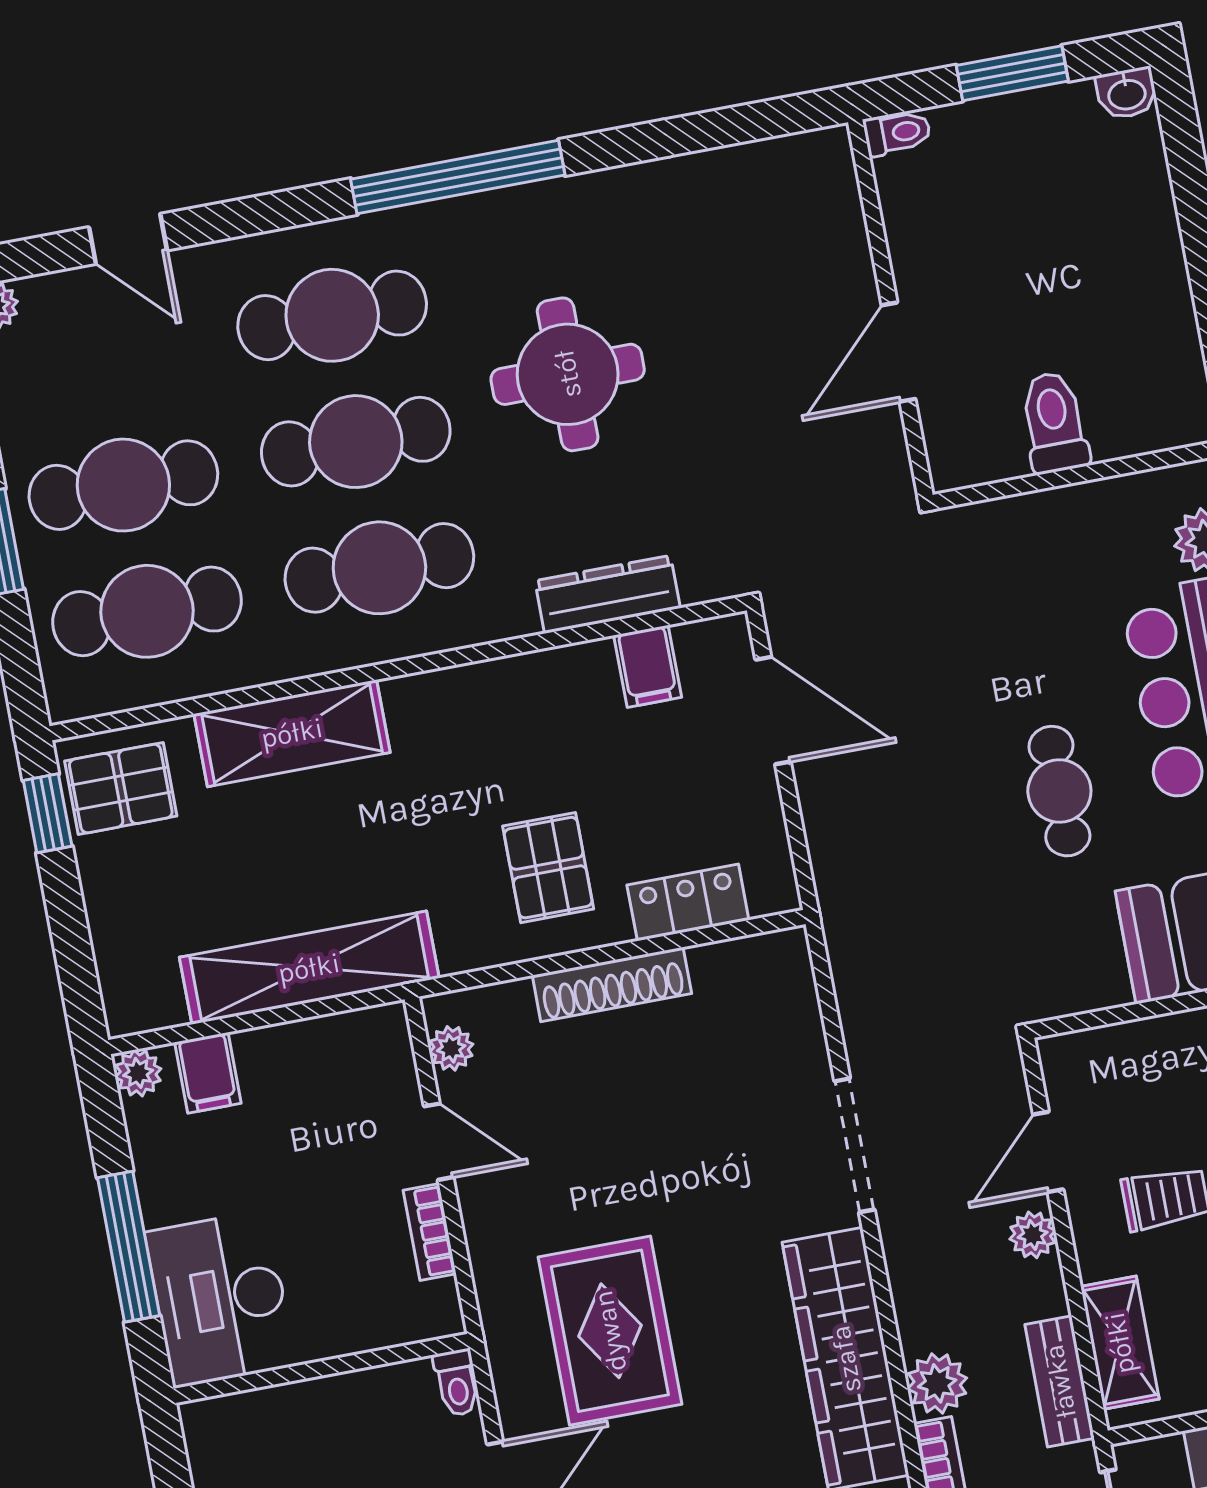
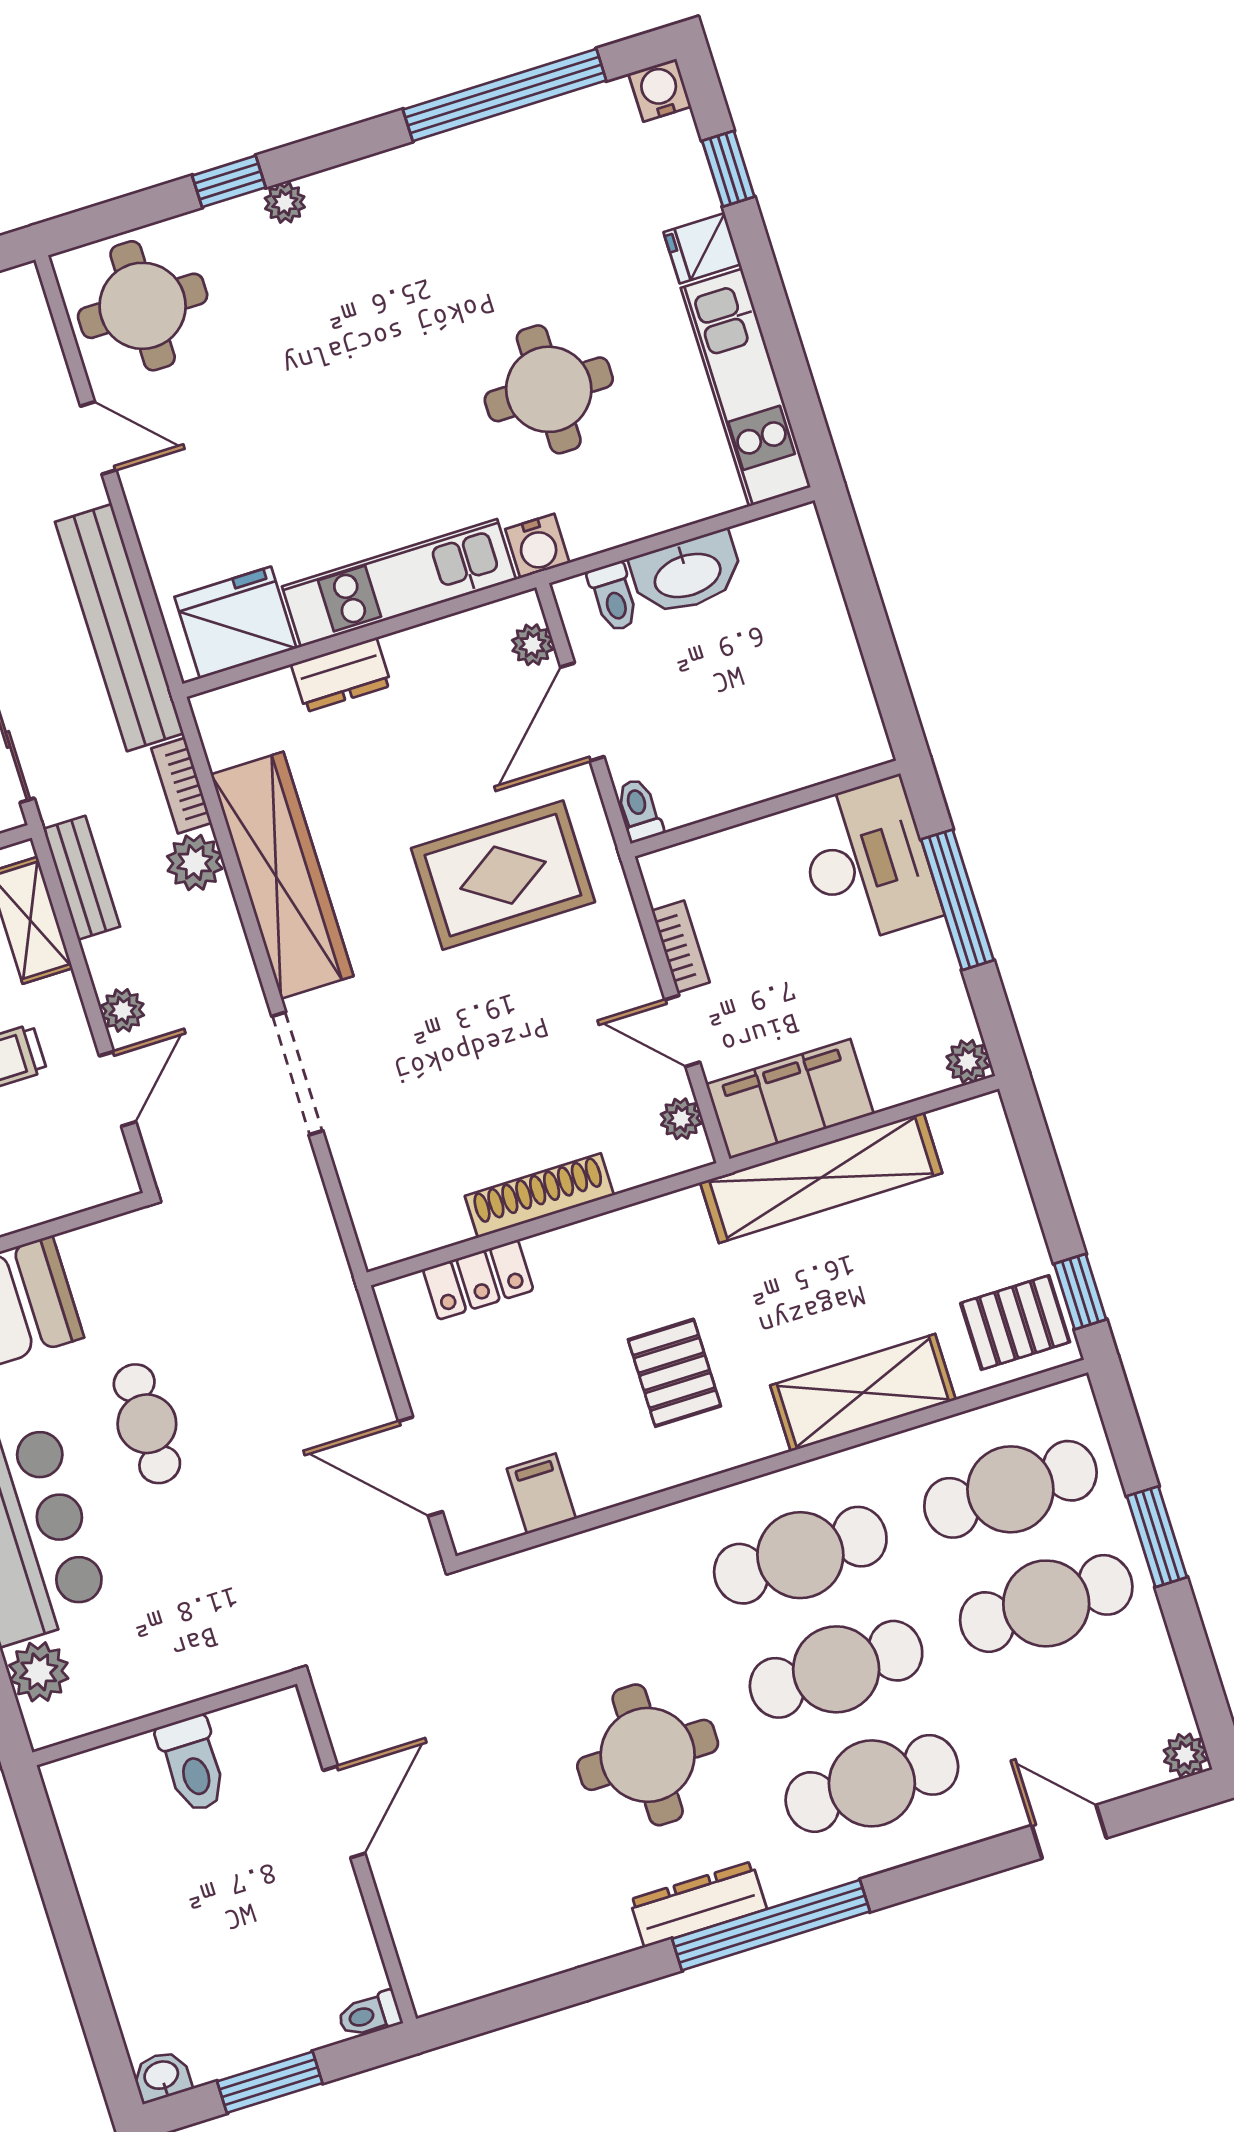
dresser: (608, 594) -> (698, 1904), moved, turned 180
pallet: (548, 868) -> (674, 1373), moved
filing cabinet: (208, 1073) -> (790, 1099), moved, width x3.00, depth x1.17
rug: (610, 1331) -> (503, 875), turned 90

